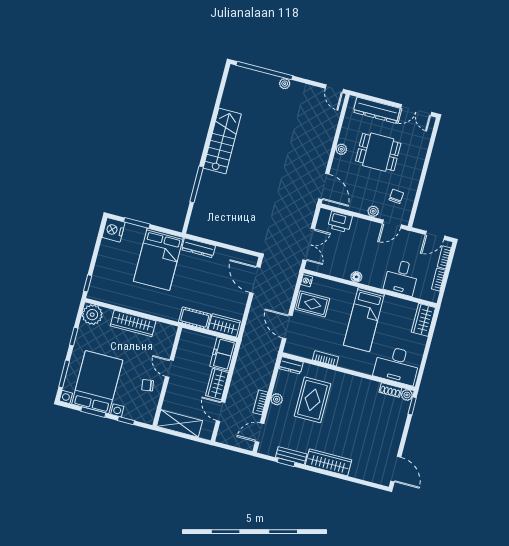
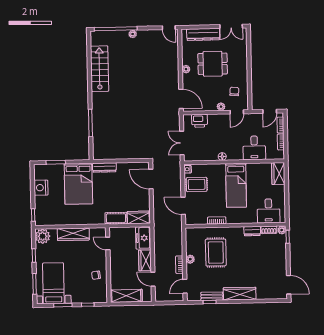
stairs: (222, 141) -> (100, 69), moved
nightstand: (113, 230) -> (41, 188), moved
double door: (309, 244) -> (182, 143), swing flipped
dresser: (291, 365) -> (252, 231), moved
desk: (397, 365) -> (268, 211), width x0.73
door: (169, 368) -> (108, 244), moved
bed with nightstands: (97, 382) -> (53, 283), width x0.73

